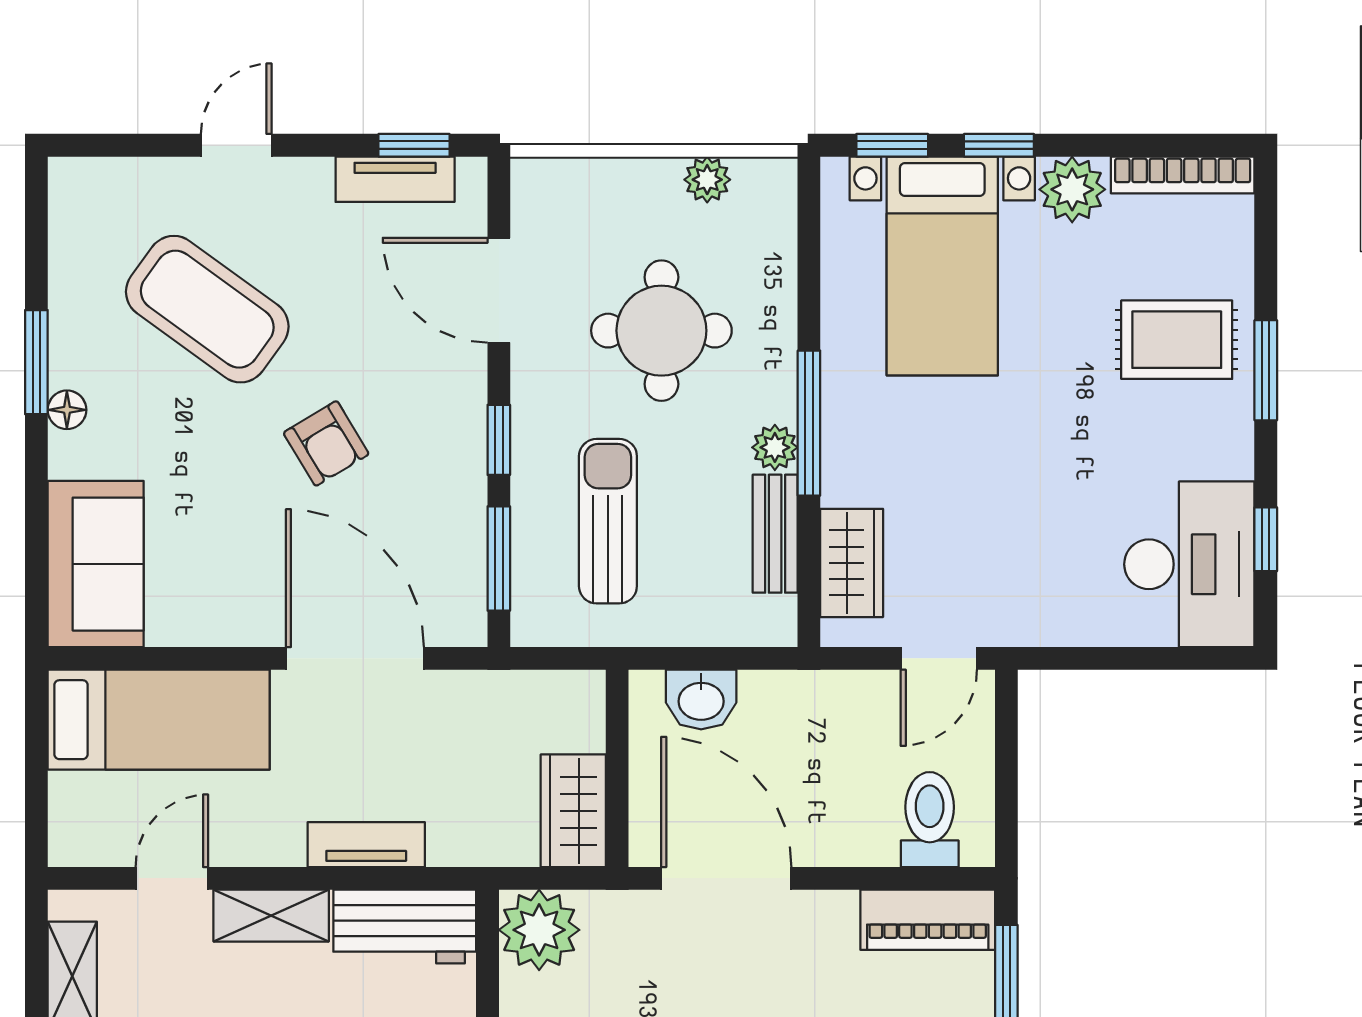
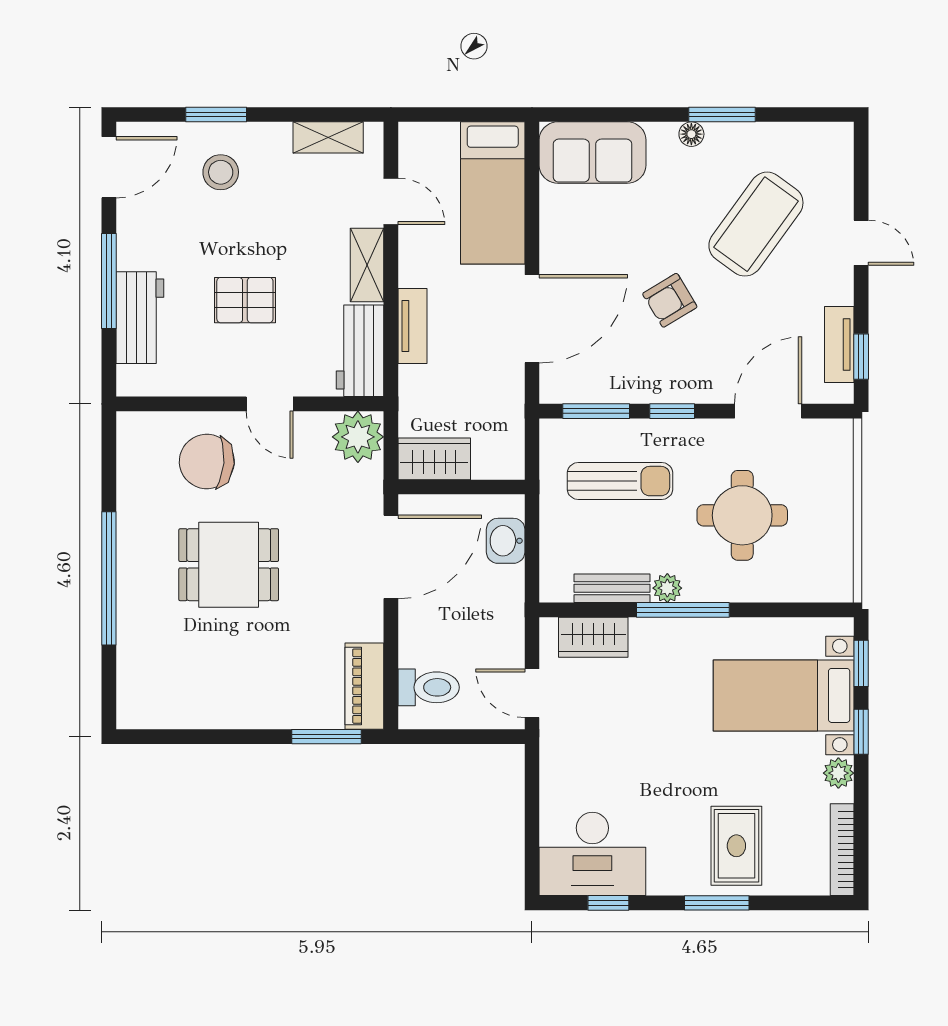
plant: (707, 180) -> (839, 545), removed
plant: (1072, 189) -> (838, 773), width x0.73, depth x0.73

